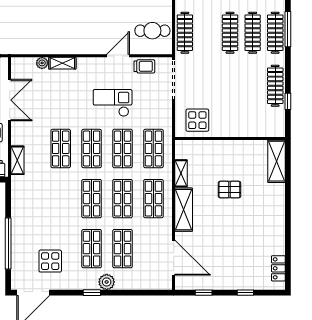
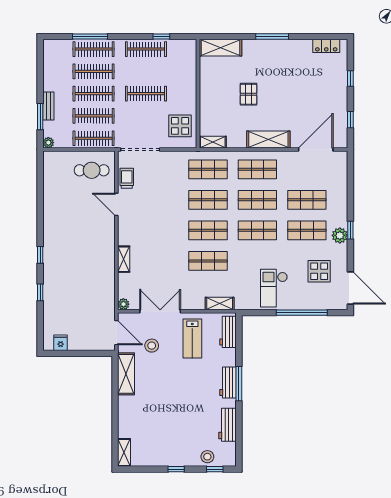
cafe table: (152, 31) -> (92, 170), turned 90
clothes rail: (207, 33) -> (94, 116), added
plant: (42, 63) -> (123, 304), moved
clothes rail: (230, 86) -> (146, 94), added
checkout: (113, 103) -> (274, 288), moved
shelving: (181, 173) -> (213, 142), moved
window: (288, 213) -> (272, 37), added
plant: (107, 282) -> (340, 235), moved

